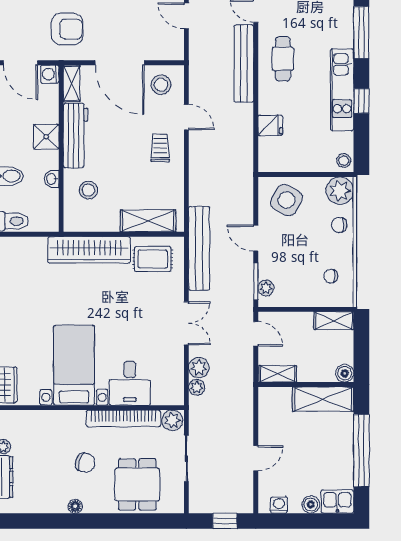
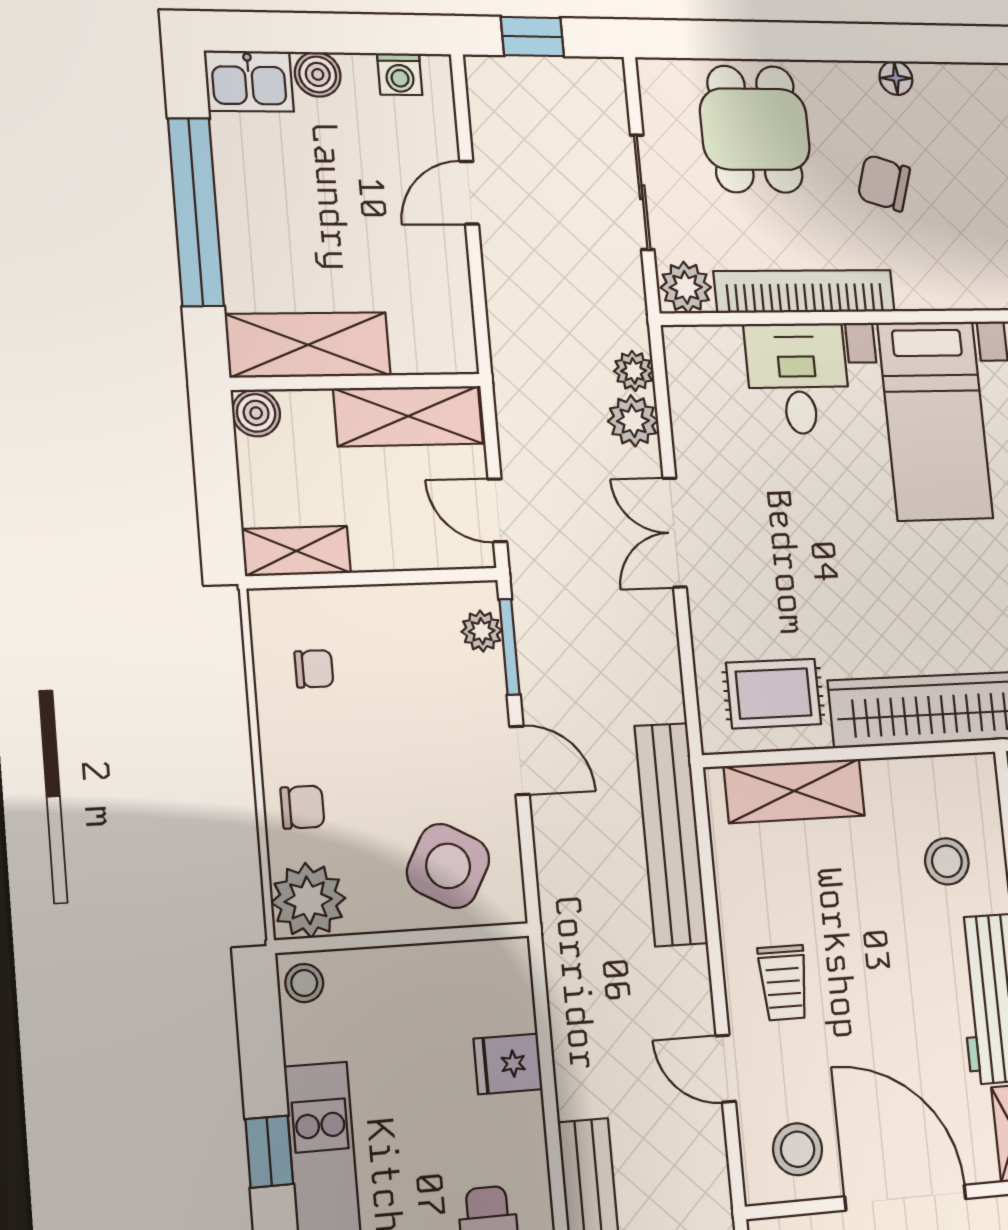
bench: (199, 248) -> (671, 834), moved
shelving: (278, 374) -> (408, 416), width x1.50, depth x1.33

